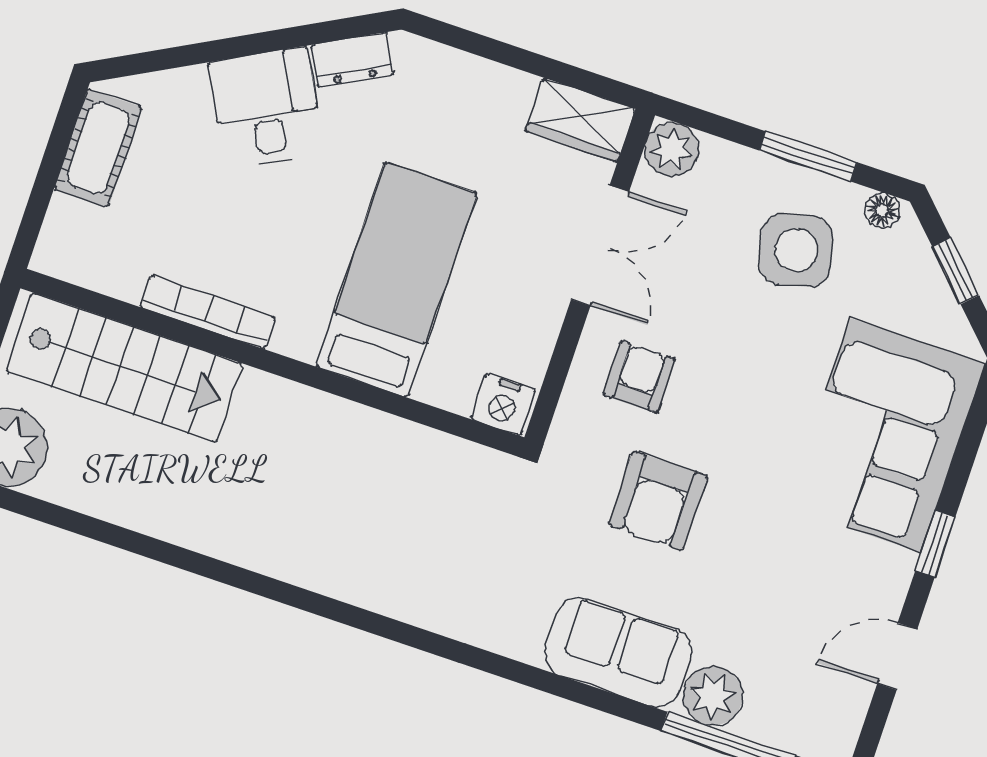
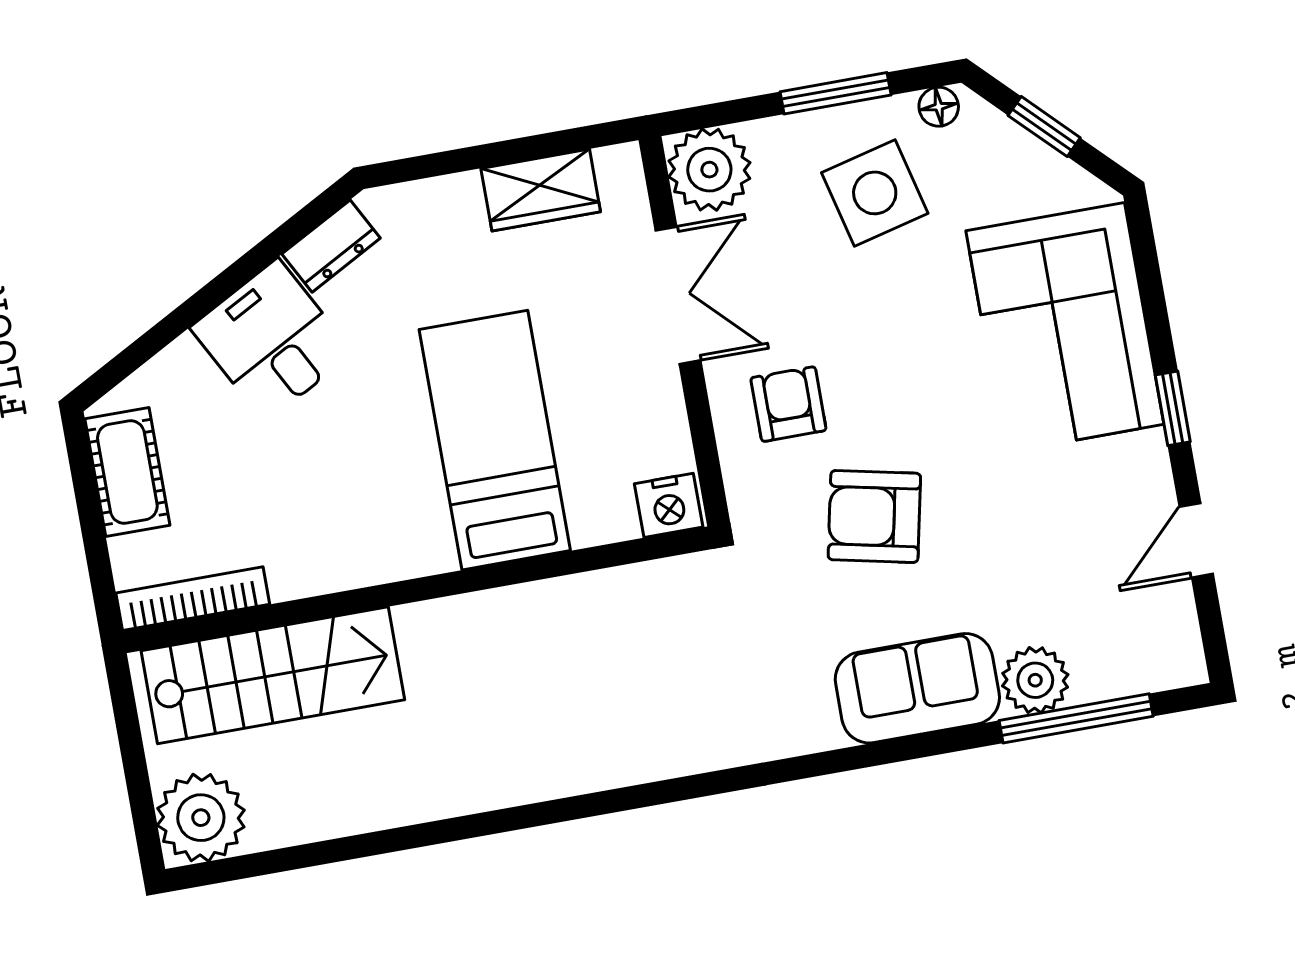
wardrobe: (580, 120) -> (541, 190), moved
plant: (672, 149) -> (709, 170), width x1.36, depth x1.36
bookcase: (207, 312) -> (193, 599), moved
armchair: (658, 501) -> (874, 517), turned 102

